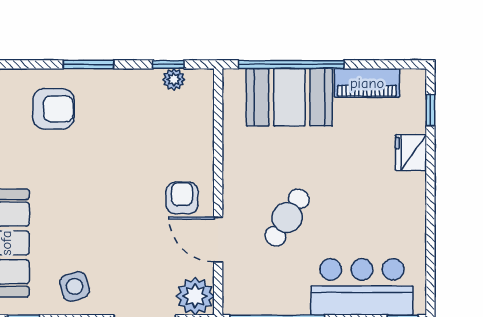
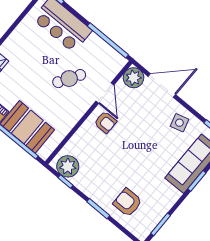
plant: (174, 79) -> (68, 166), width x1.87, depth x1.87
armchair: (182, 198) -> (105, 122), turned -90

